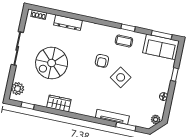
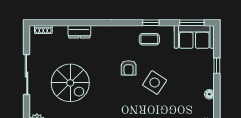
dresser: (68, 23) -> (79, 32), width x0.70
spiral stairs: (52, 63) -> (70, 83), turned -90

